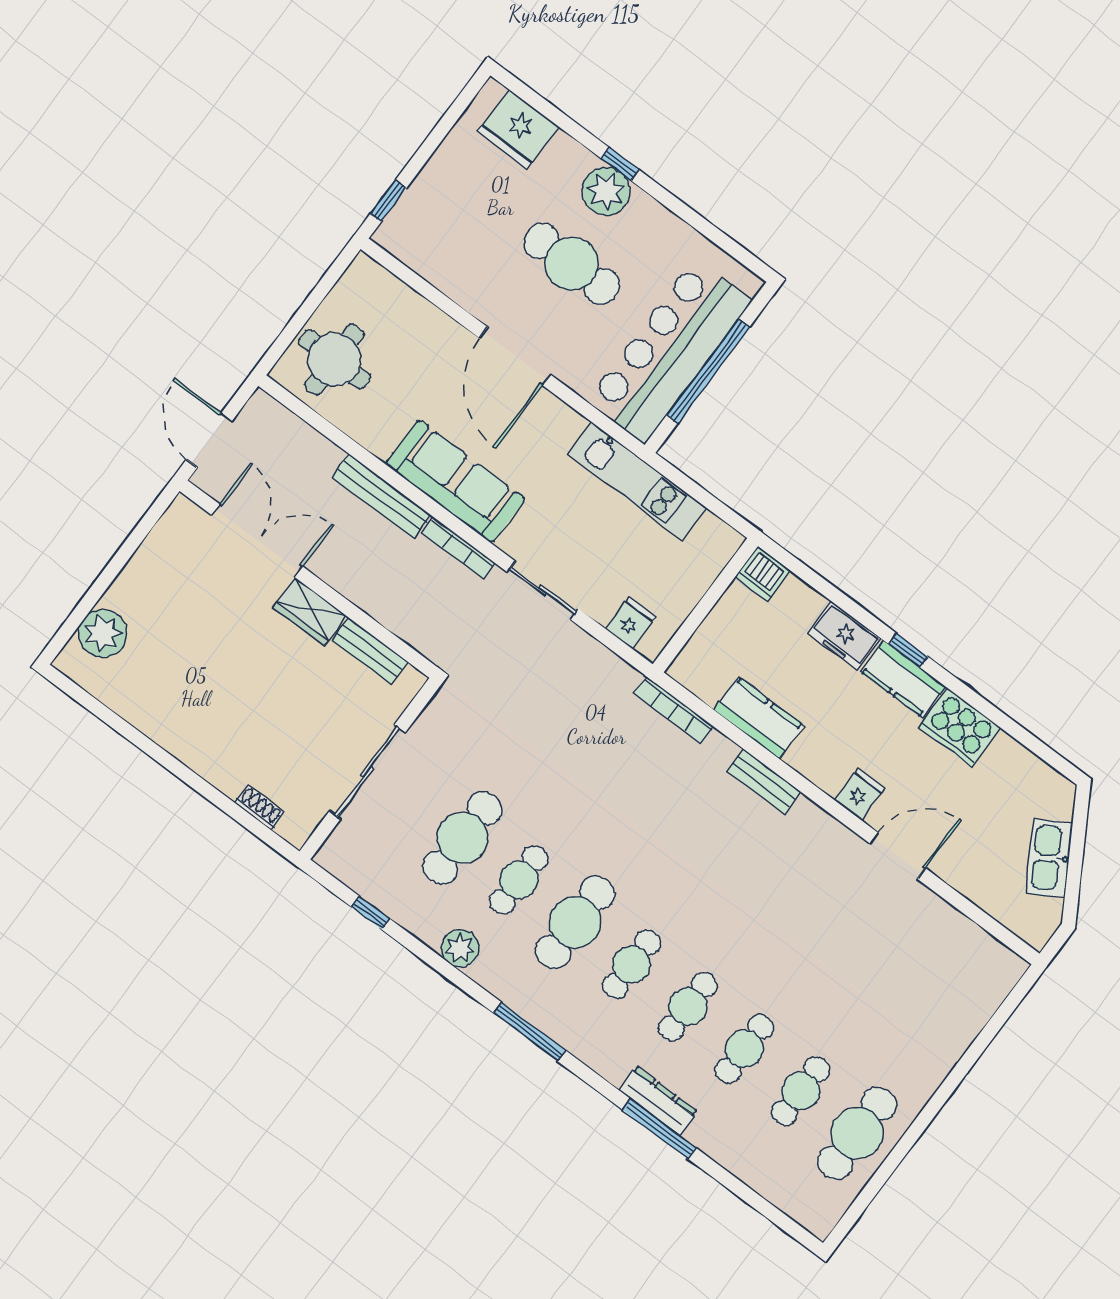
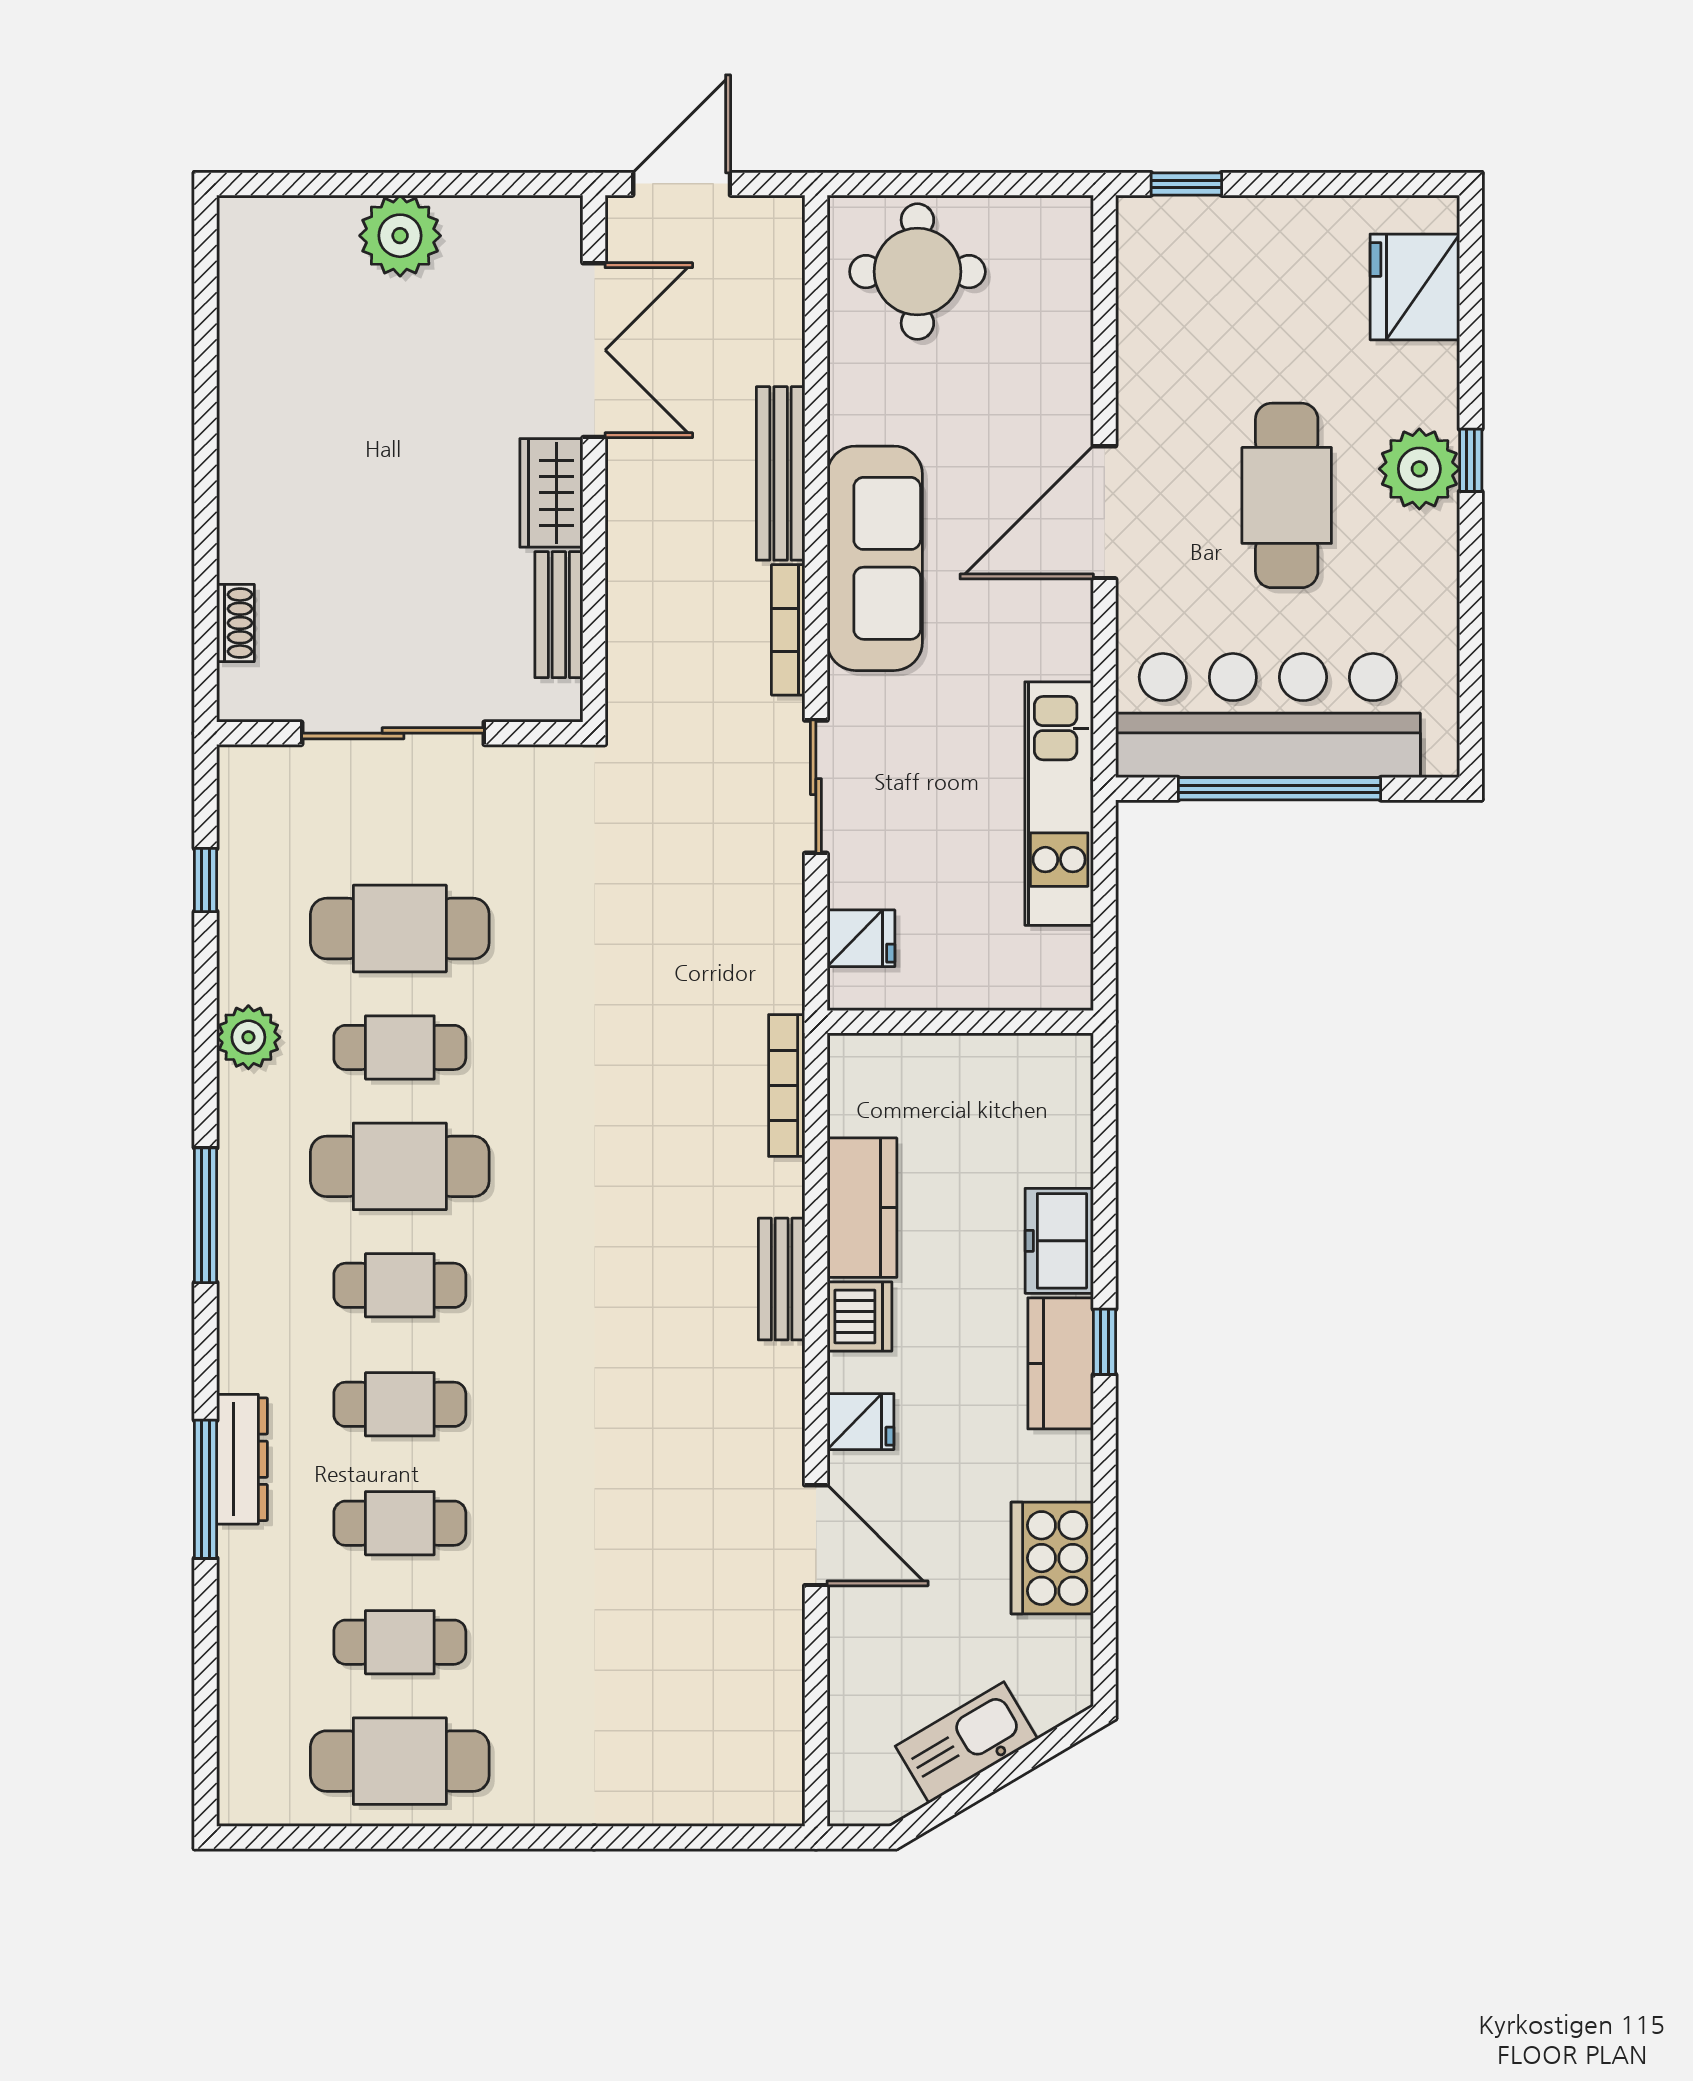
dishwasher: (763, 574) -> (859, 1316), moved, turned 180
plant: (103, 634) -> (400, 236), moved
cooker: (960, 727) -> (1052, 1558), moved

